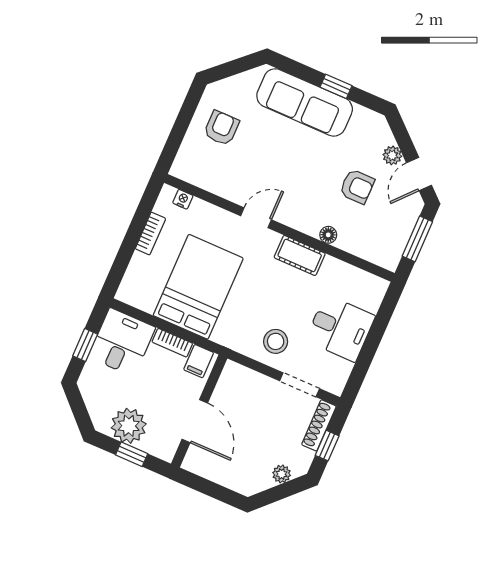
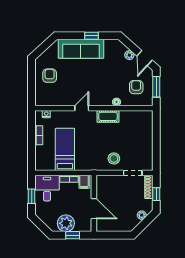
armchair: (357, 186) -> (136, 87), moved, turned -90
bed: (198, 287) -> (65, 149), width x0.67
desk: (340, 328) -> (140, 140), removed

